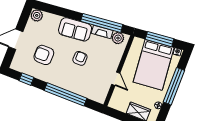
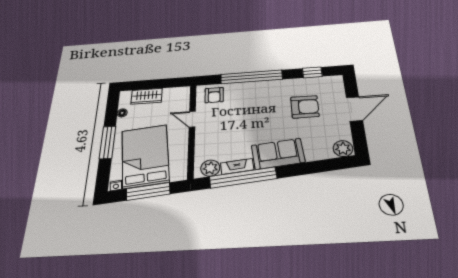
armchair: (80, 58) -> (214, 95), moved
window: (174, 86) -> (108, 142), width x0.68

